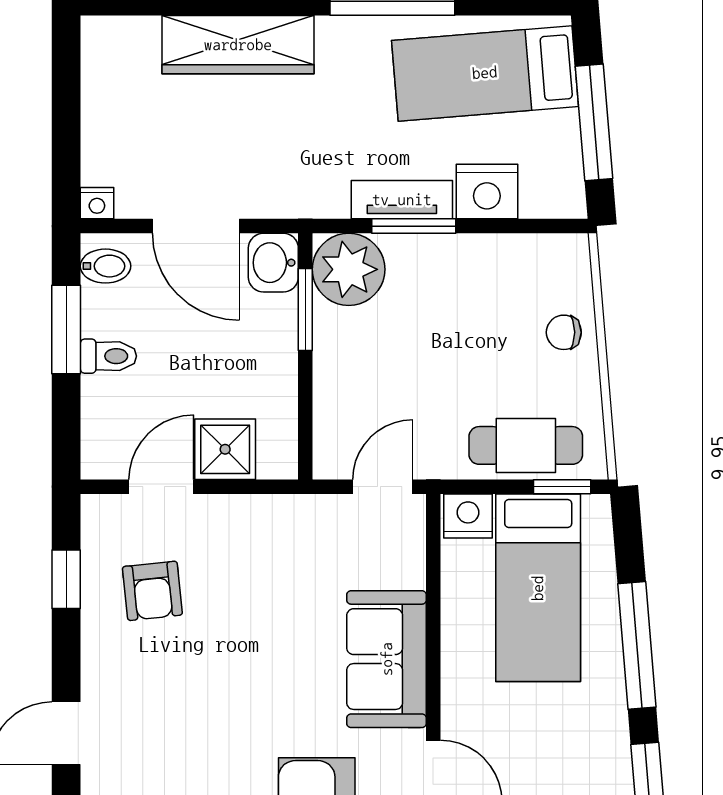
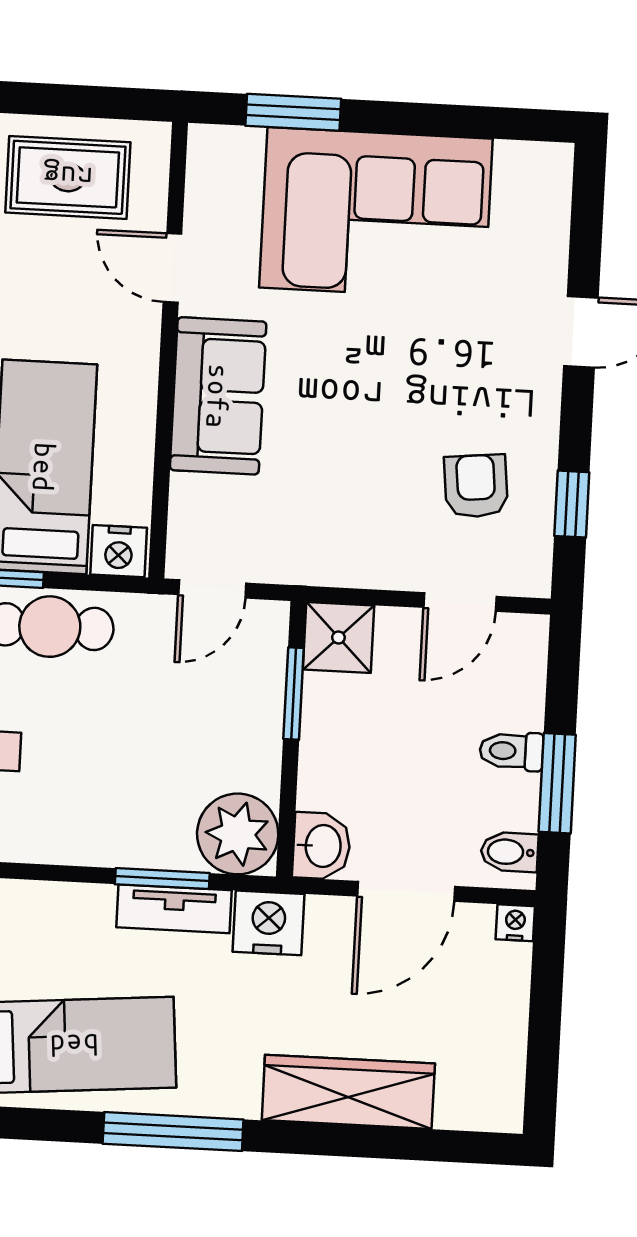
nightstand: (487, 192) -> (269, 923), moved
door: (196, 226) -> (406, 891), swing flipped
window: (305, 310) -> (294, 693), moved
shower: (225, 449) -> (338, 637), moved

